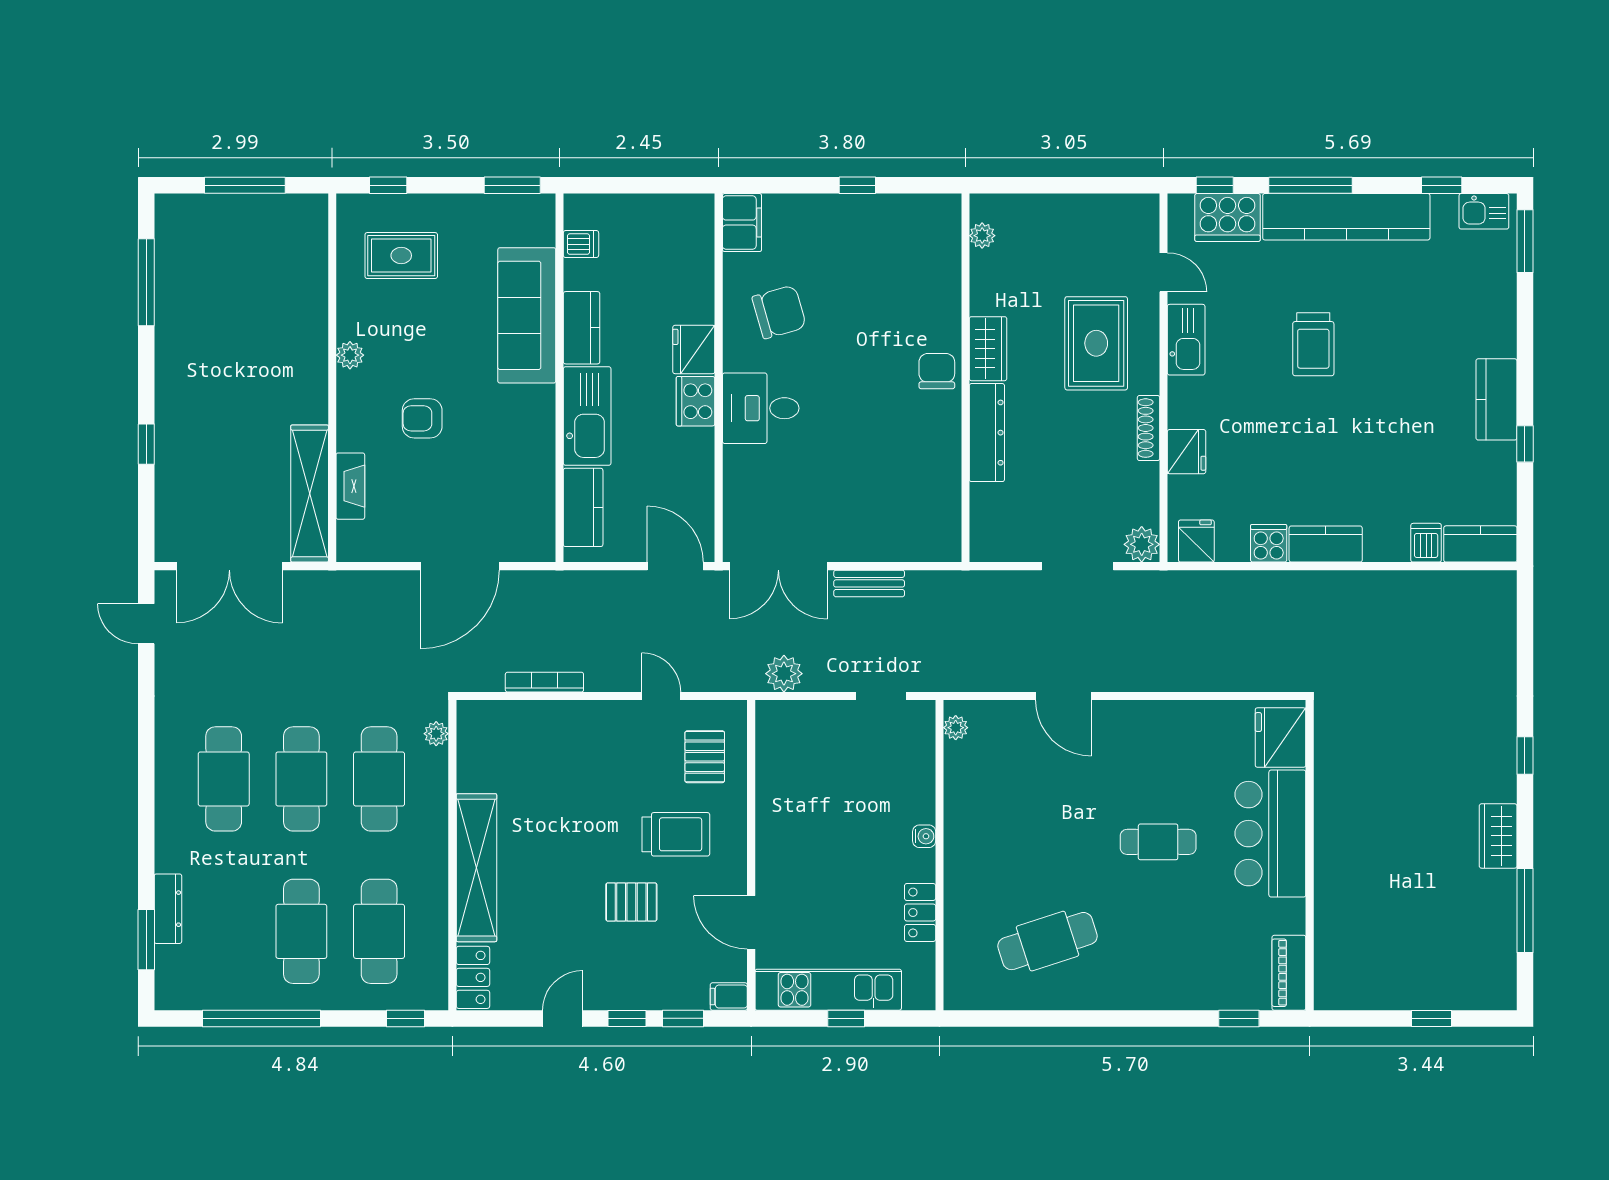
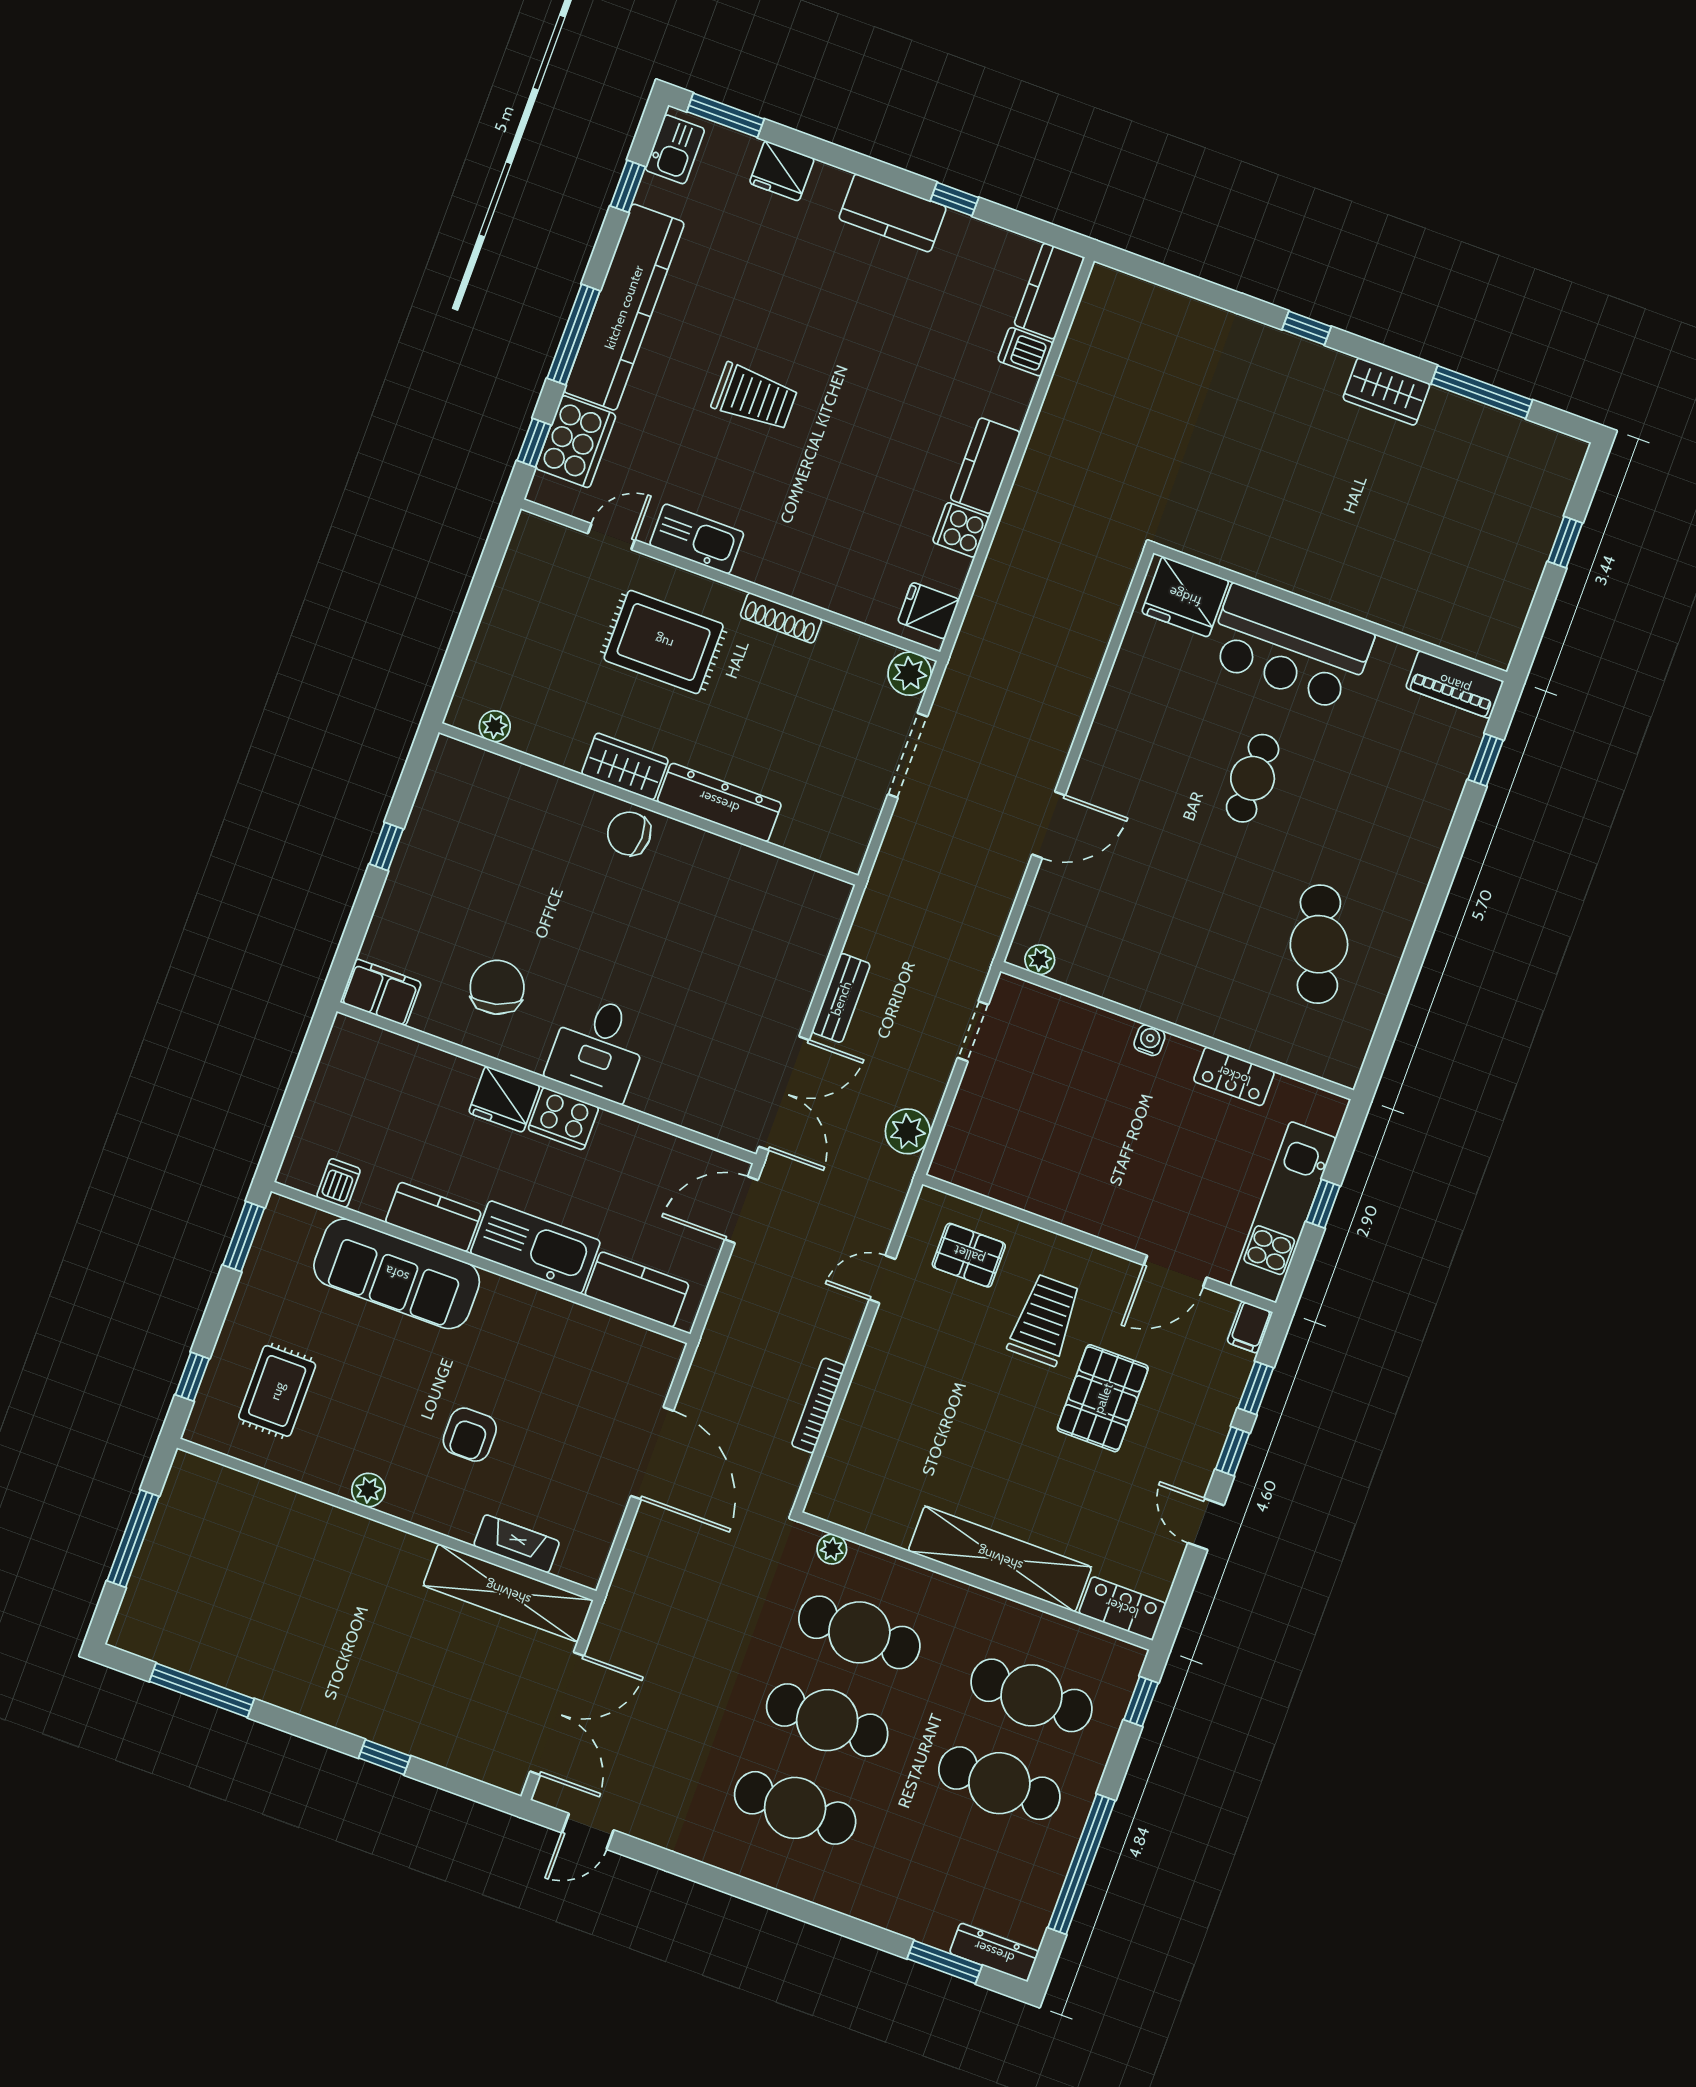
fridge: (1187, 452) -> (782, 171), moved, turned 180
pallet: (631, 902) -> (1103, 1398), width x1.50, depth x1.42
dresser: (168, 909) -> (994, 1952), moved

